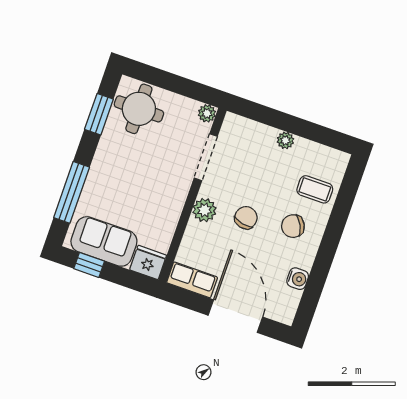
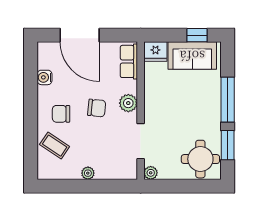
coffee table: (315, 189) -> (55, 146), turned 34
window: (72, 192) -> (228, 100), moved
chair: (246, 218) -> (97, 108), turned -96
chair: (293, 226) -> (61, 114), turned -153
row of seats: (192, 280) -> (129, 61), moved, turned 90

